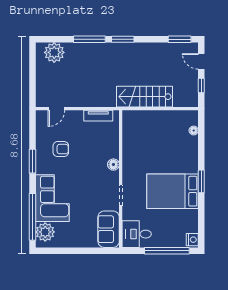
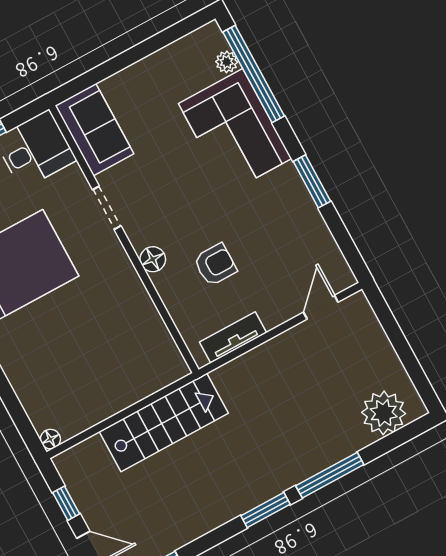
floor lamp: (194, 130) -> (50, 439), moved
armchair: (61, 149) -> (215, 265), moved, turned 180
plant: (45, 232) -> (227, 62), width x0.53, depth x0.53

